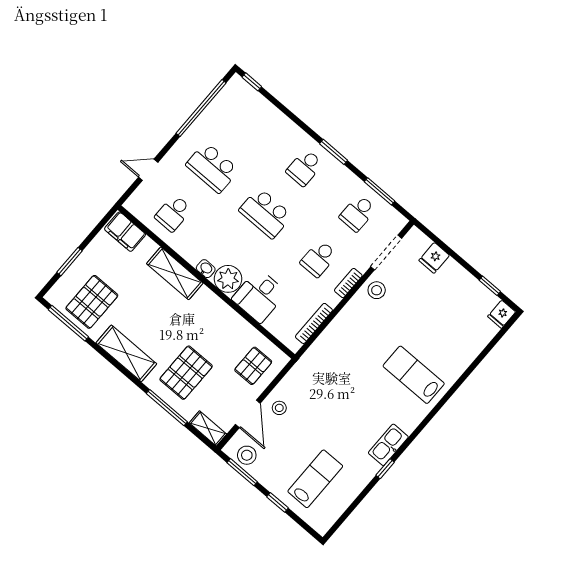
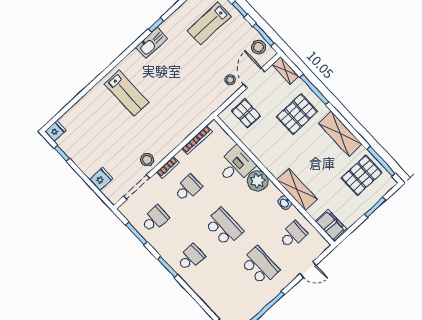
washbasin: (206, 269) -> (285, 203), moved
pallet: (253, 366) -> (246, 113), turned 90

